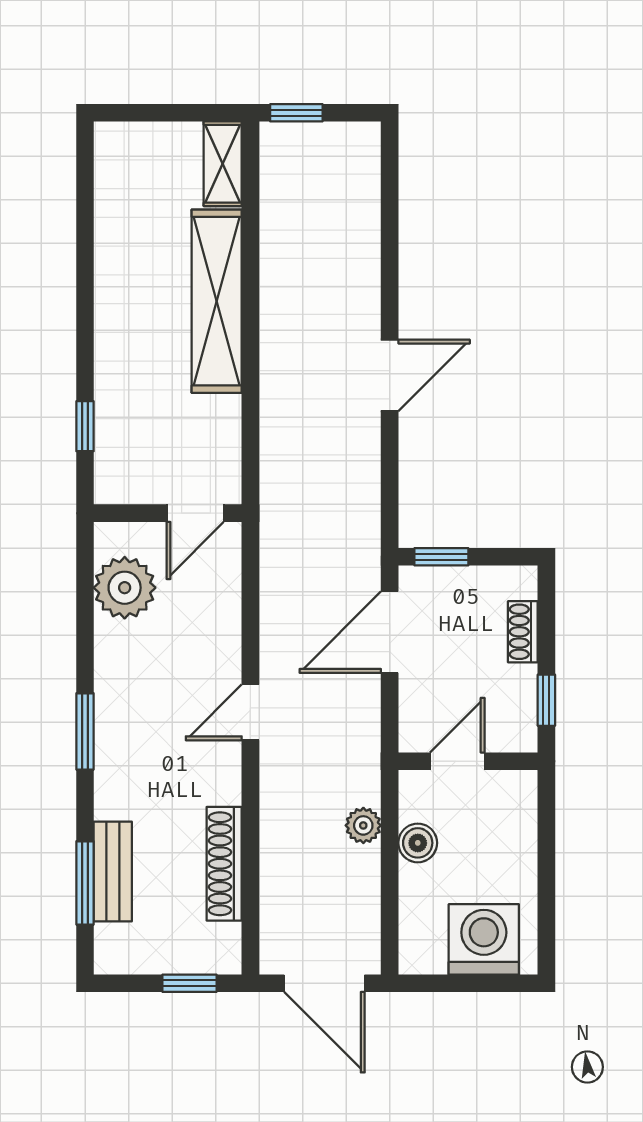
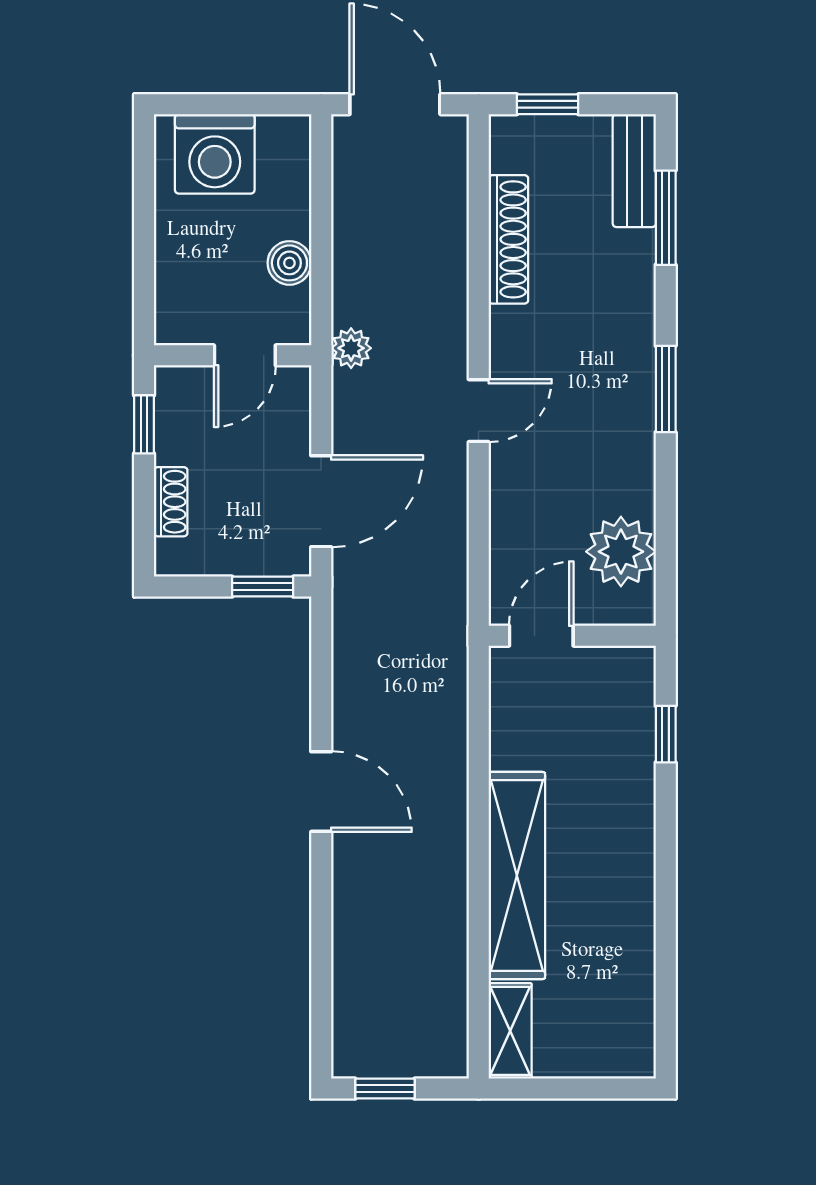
window: (296, 113) -> (385, 1089), moved
door: (390, 375) -> (321, 792), swing flipped
plant: (363, 825) -> (351, 348), moved
bench: (113, 871) -> (634, 171), moved

